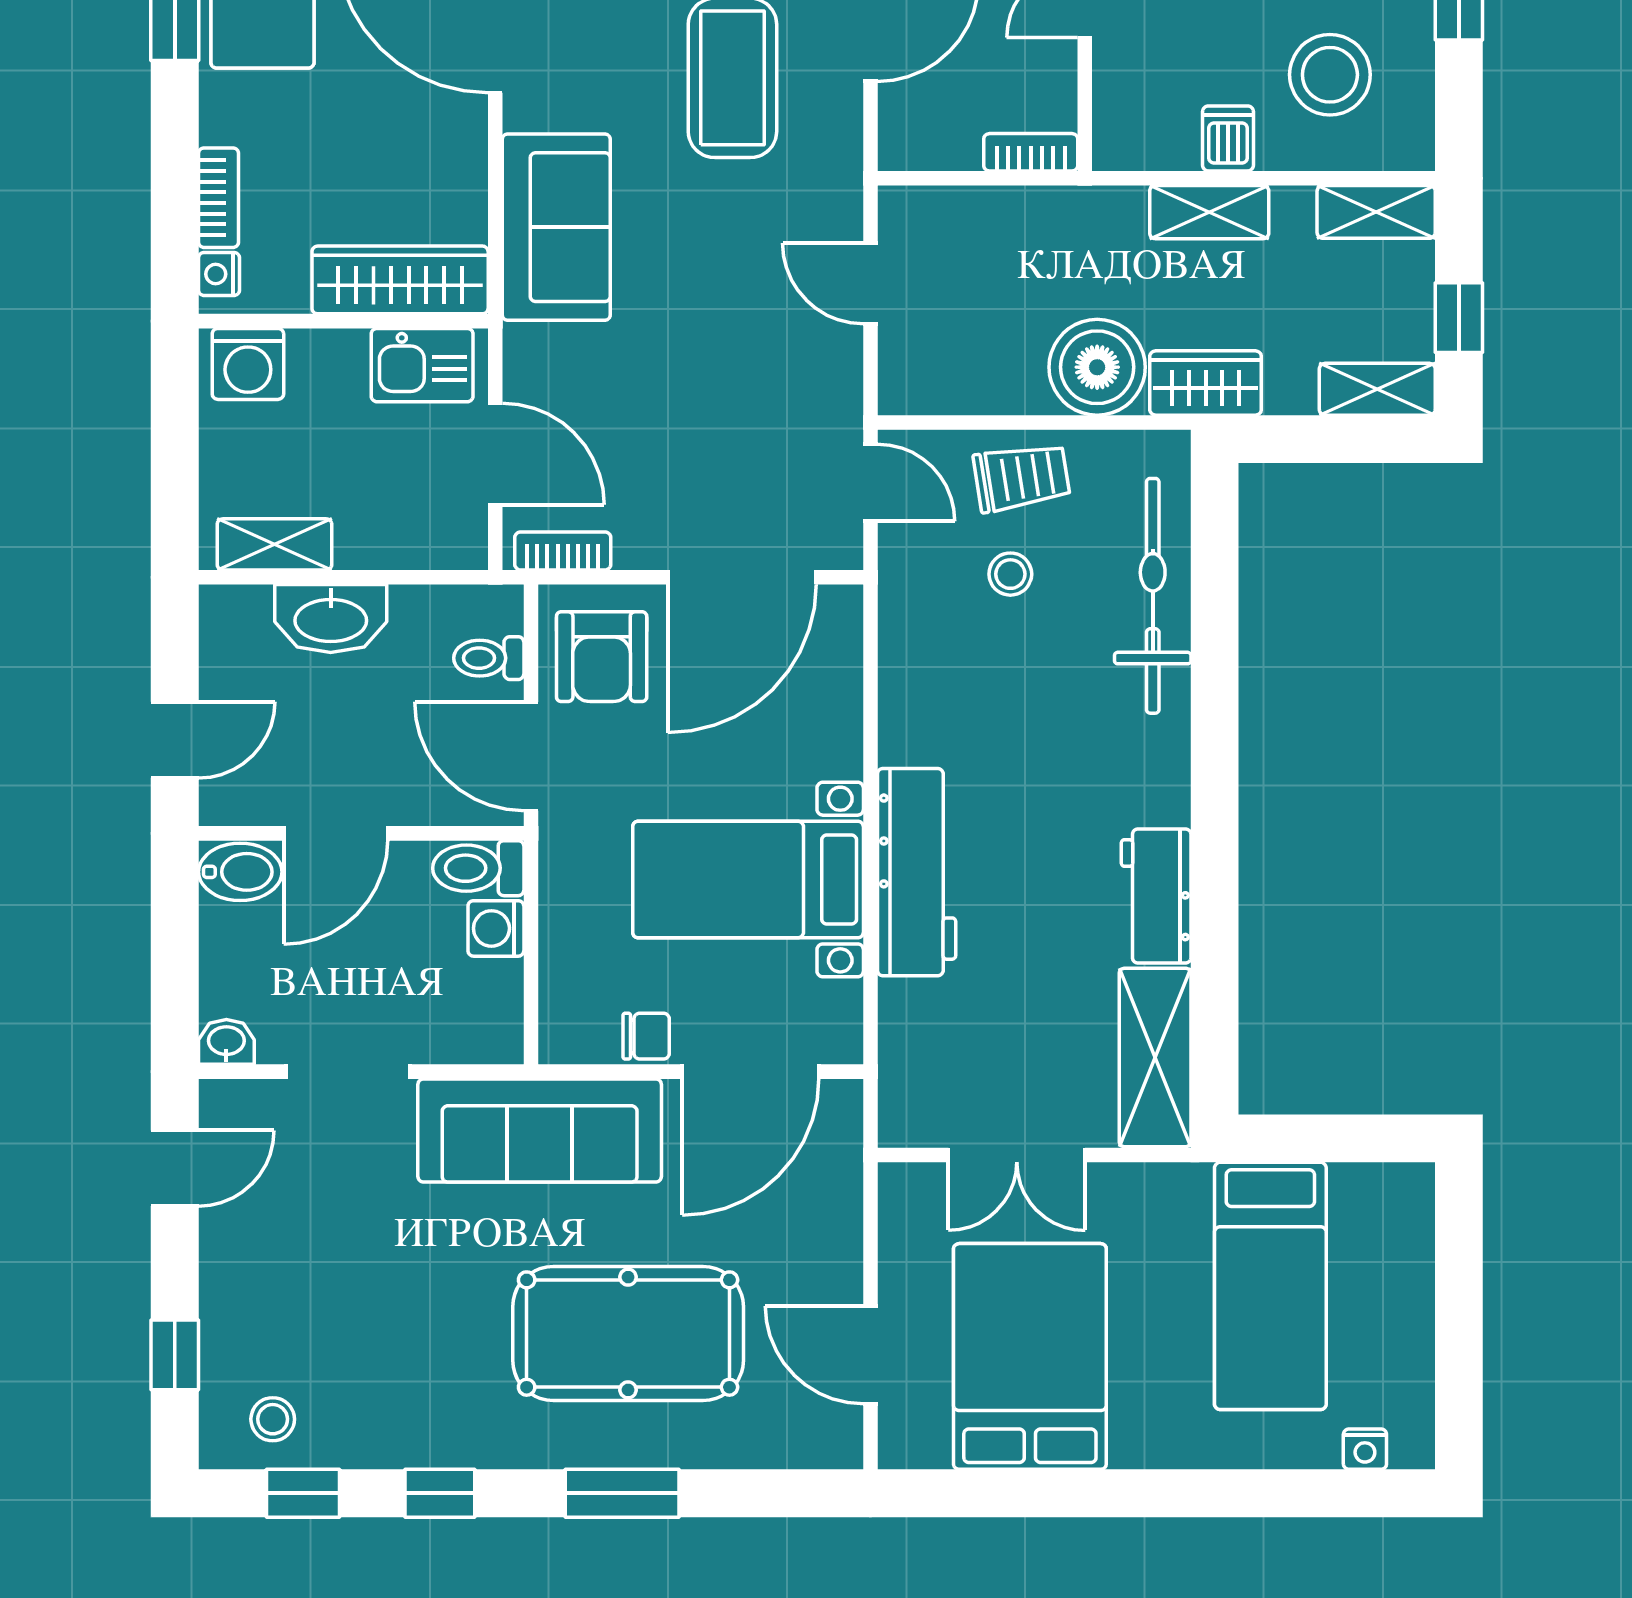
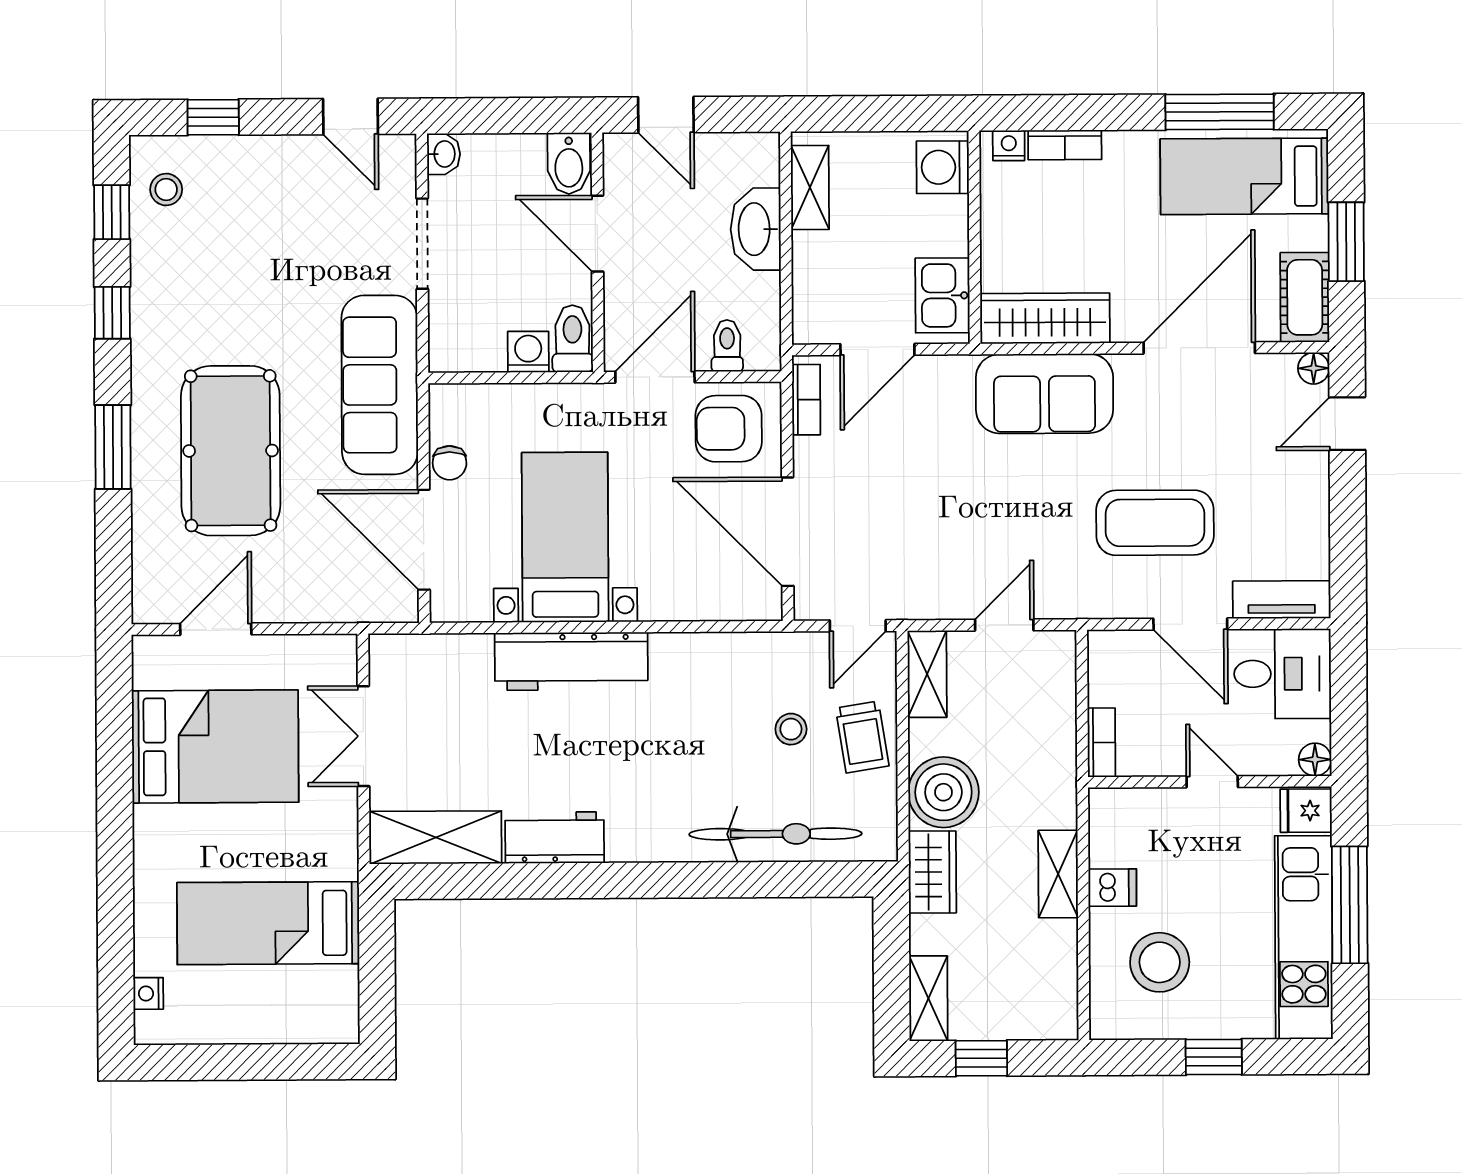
shelving: (1376, 212) -> (927, 674), moved
wardrobe: (400, 280) -> (1045, 318), moved, turned -90

